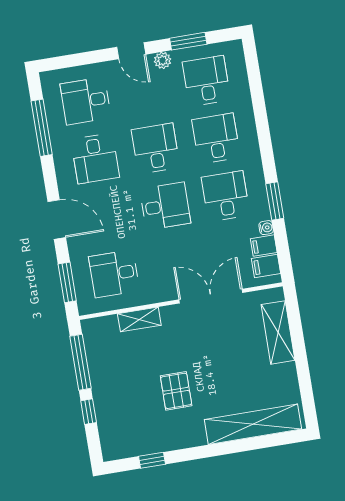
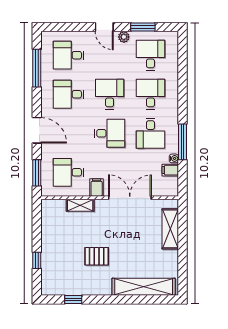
desk: (95, 158) -> (69, 94), turned 90
desk: (226, 196) -> (150, 133), turned 180
window: (275, 201) -> (182, 142), width x1.44
filing cabinet: (266, 266) -> (97, 187), moved, turned 90
window: (80, 362) -> (37, 227), removed
pallet: (176, 391) -> (97, 256), turned 90

